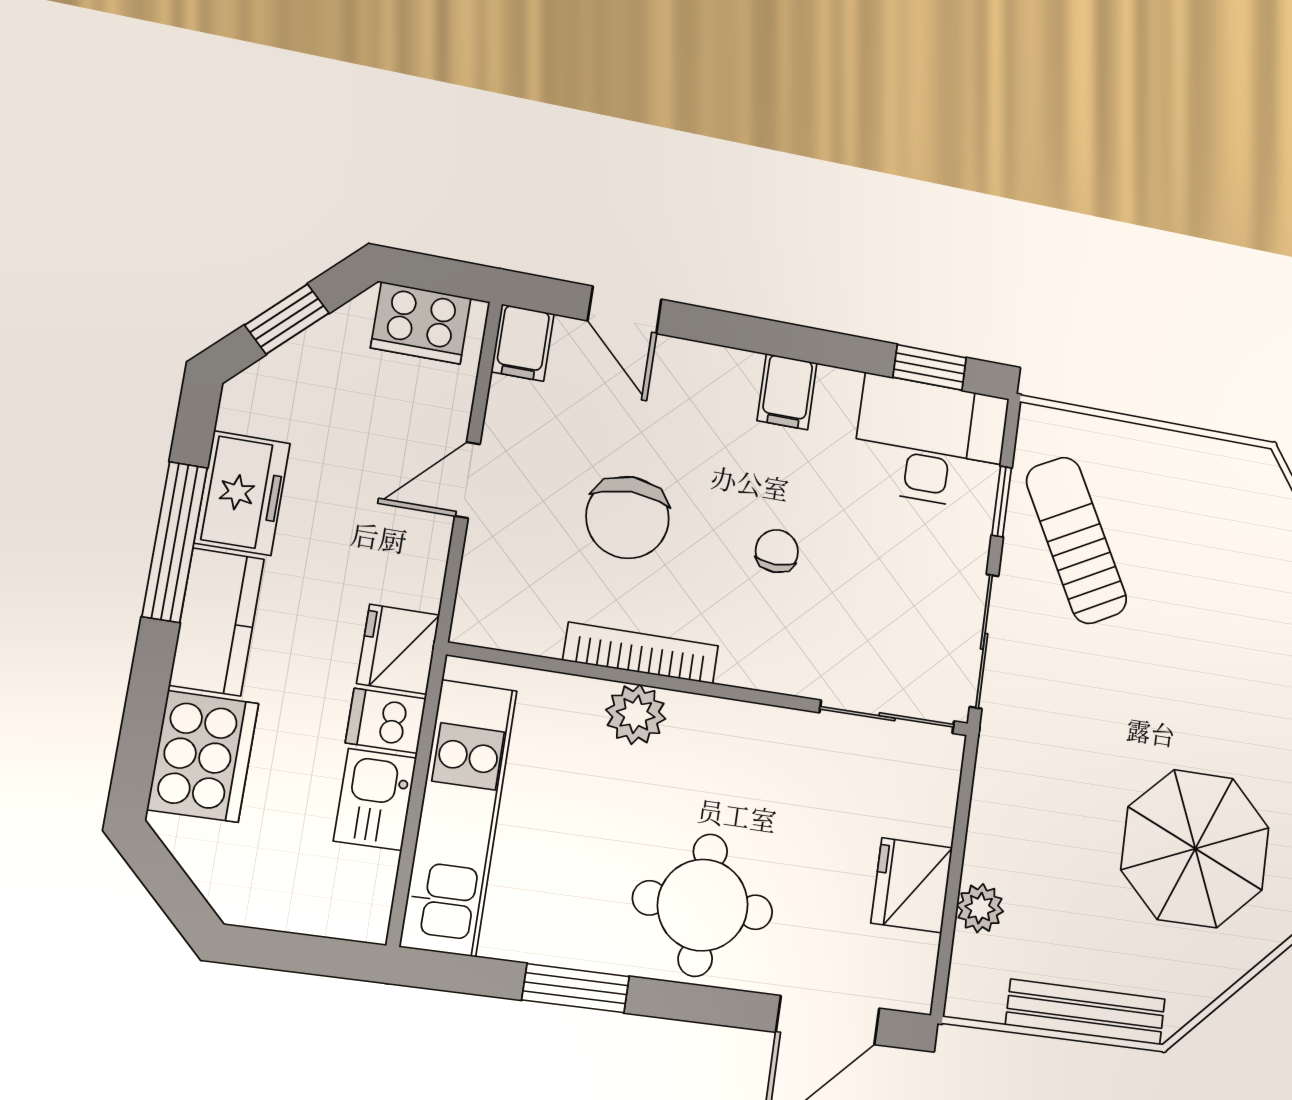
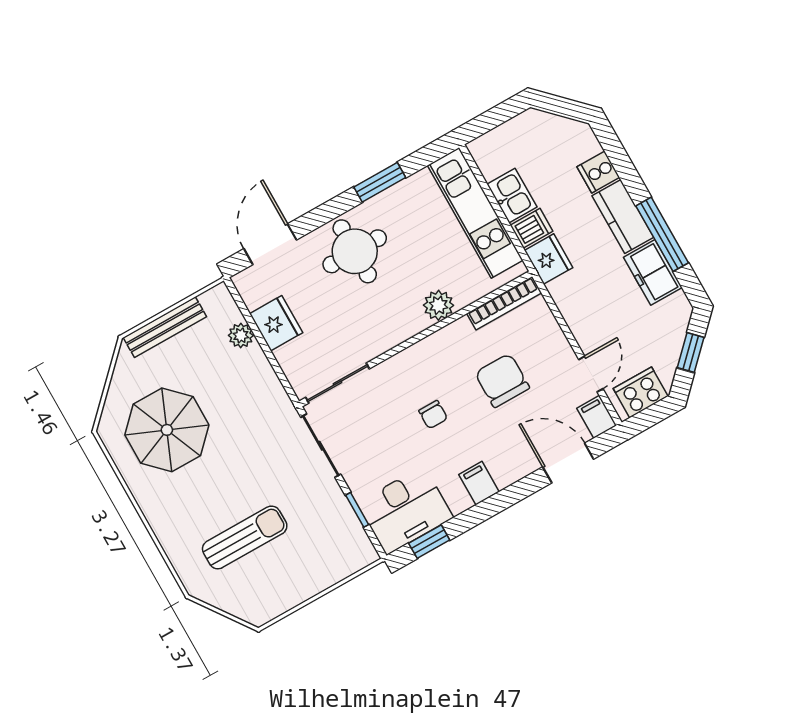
door: (625, 310) -> (568, 463), width x1.38
door: (467, 480) -> (591, 374), moved
sun lounger: (1076, 540) -> (245, 537), moved, turned -62
bookcase: (641, 653) -> (504, 303), moved
cooker: (203, 756) -> (598, 172), width x0.53, depth x0.76

